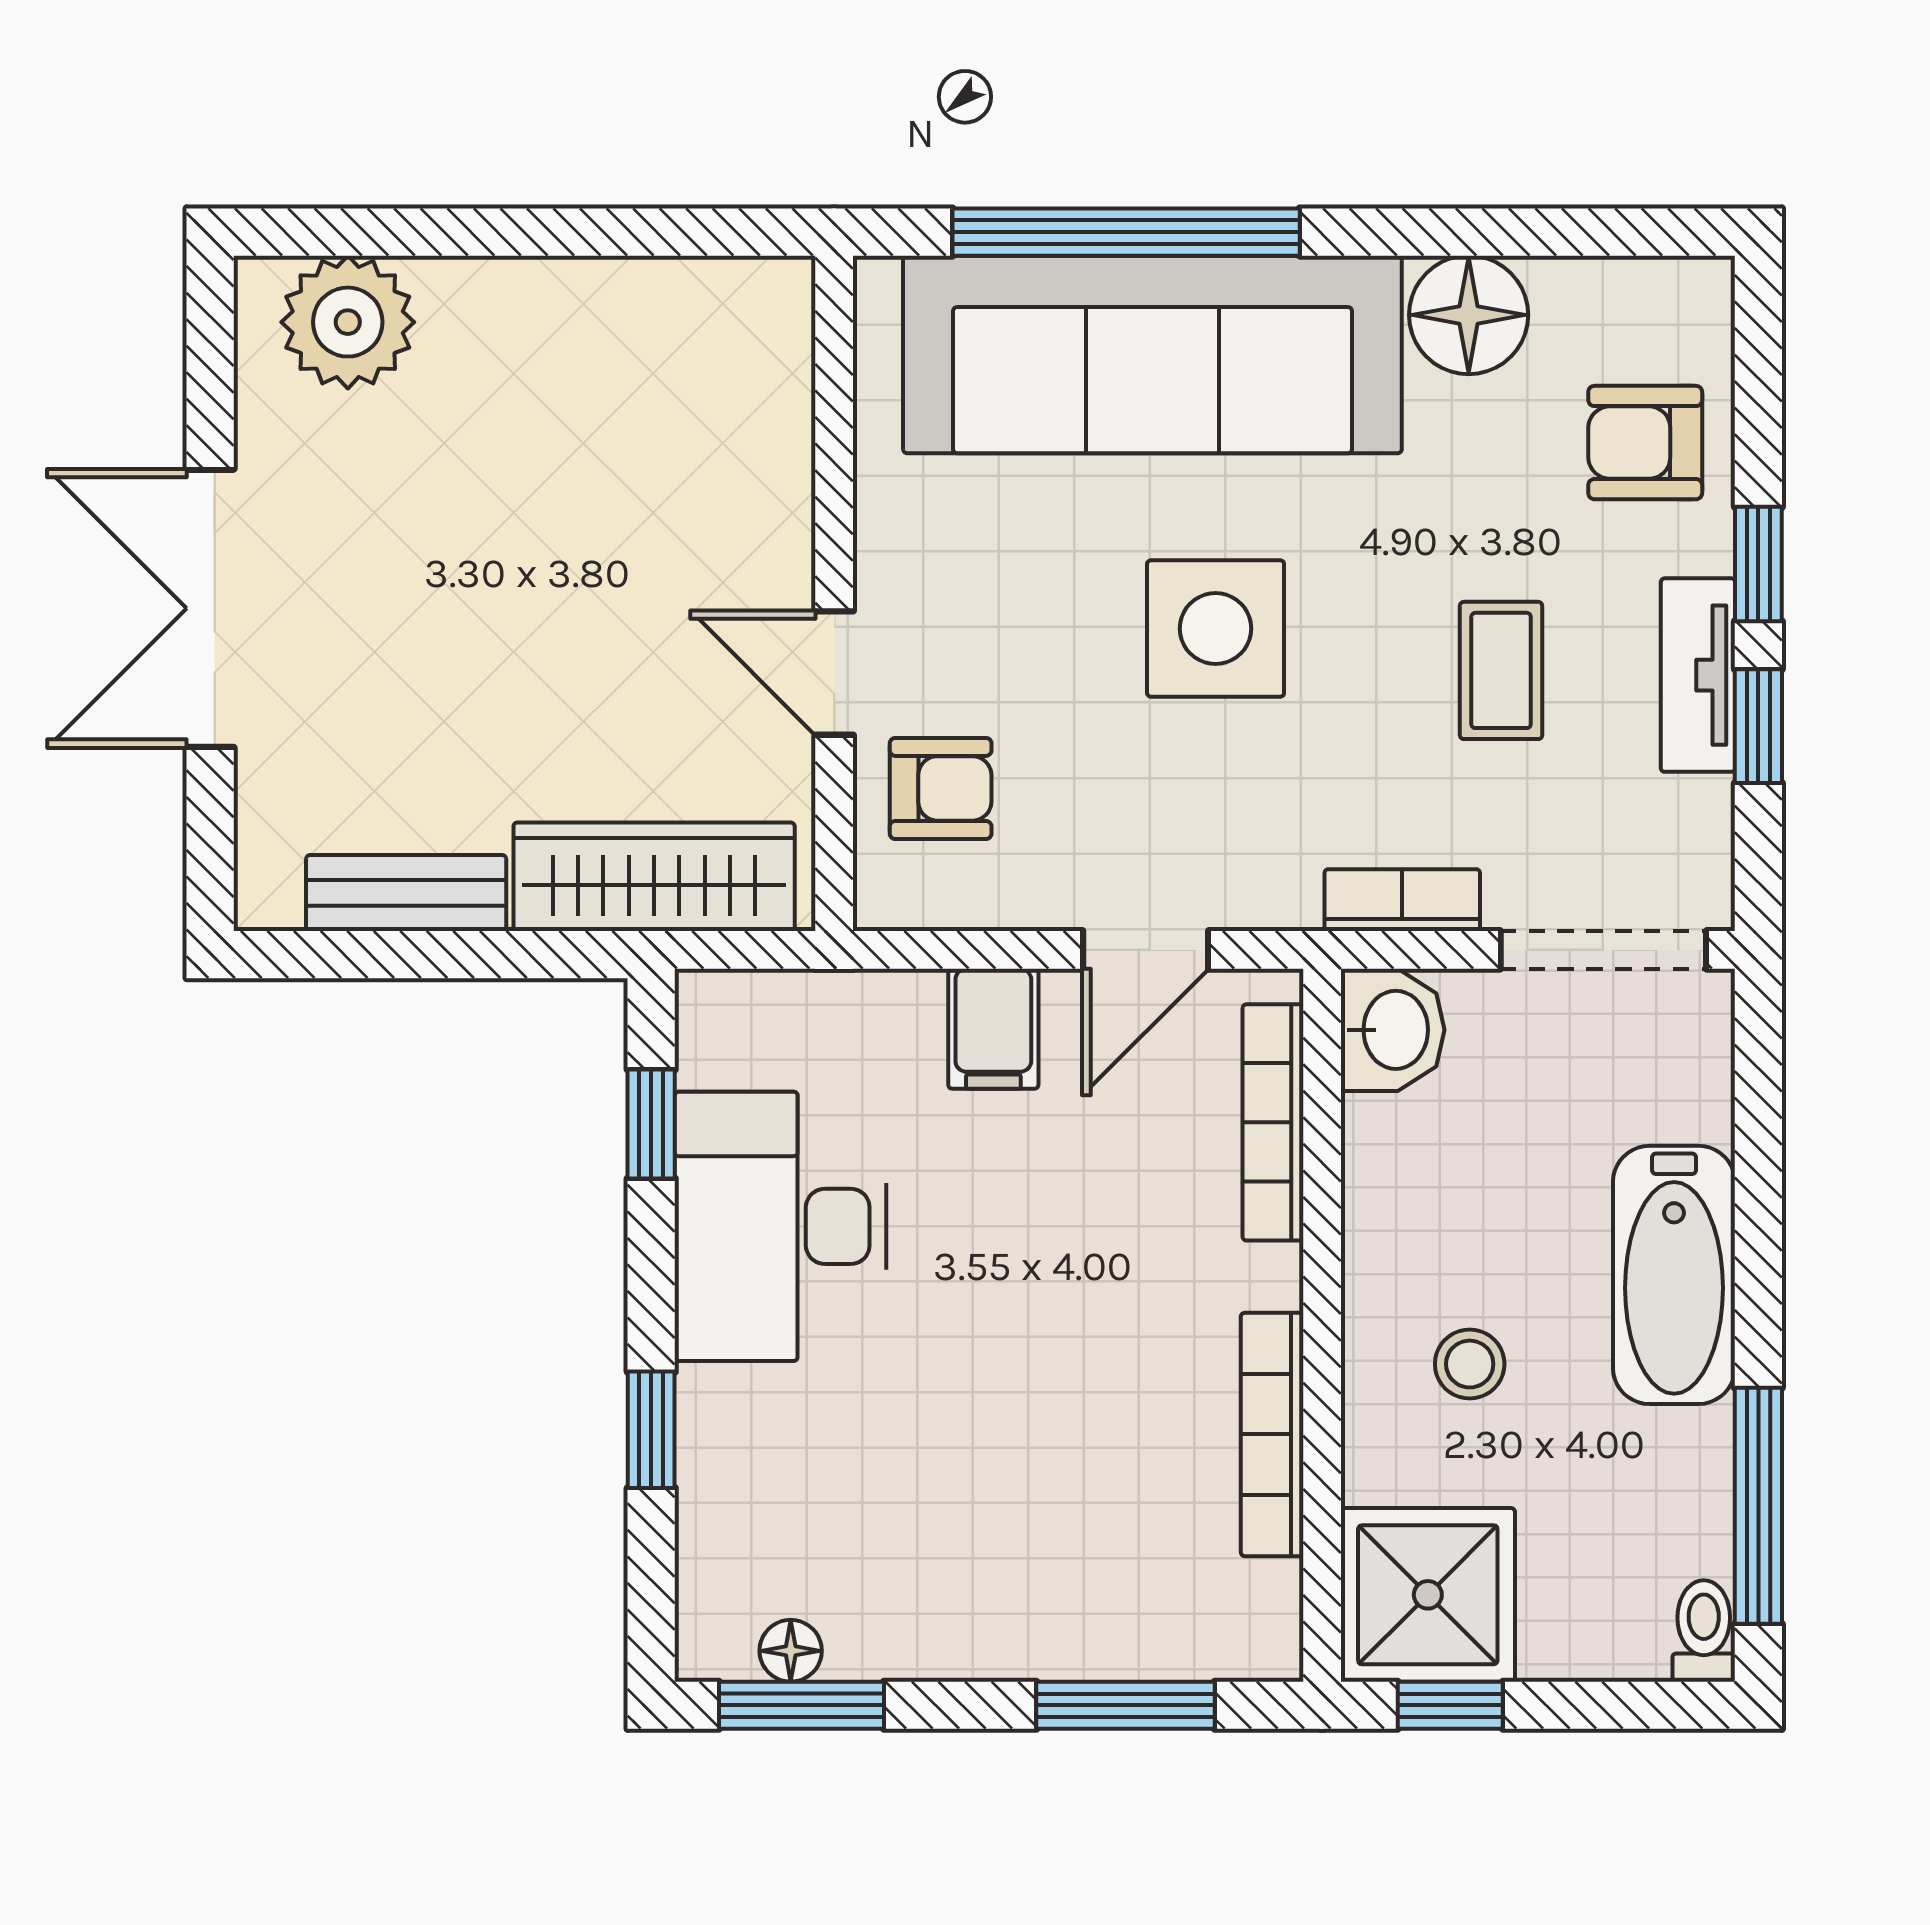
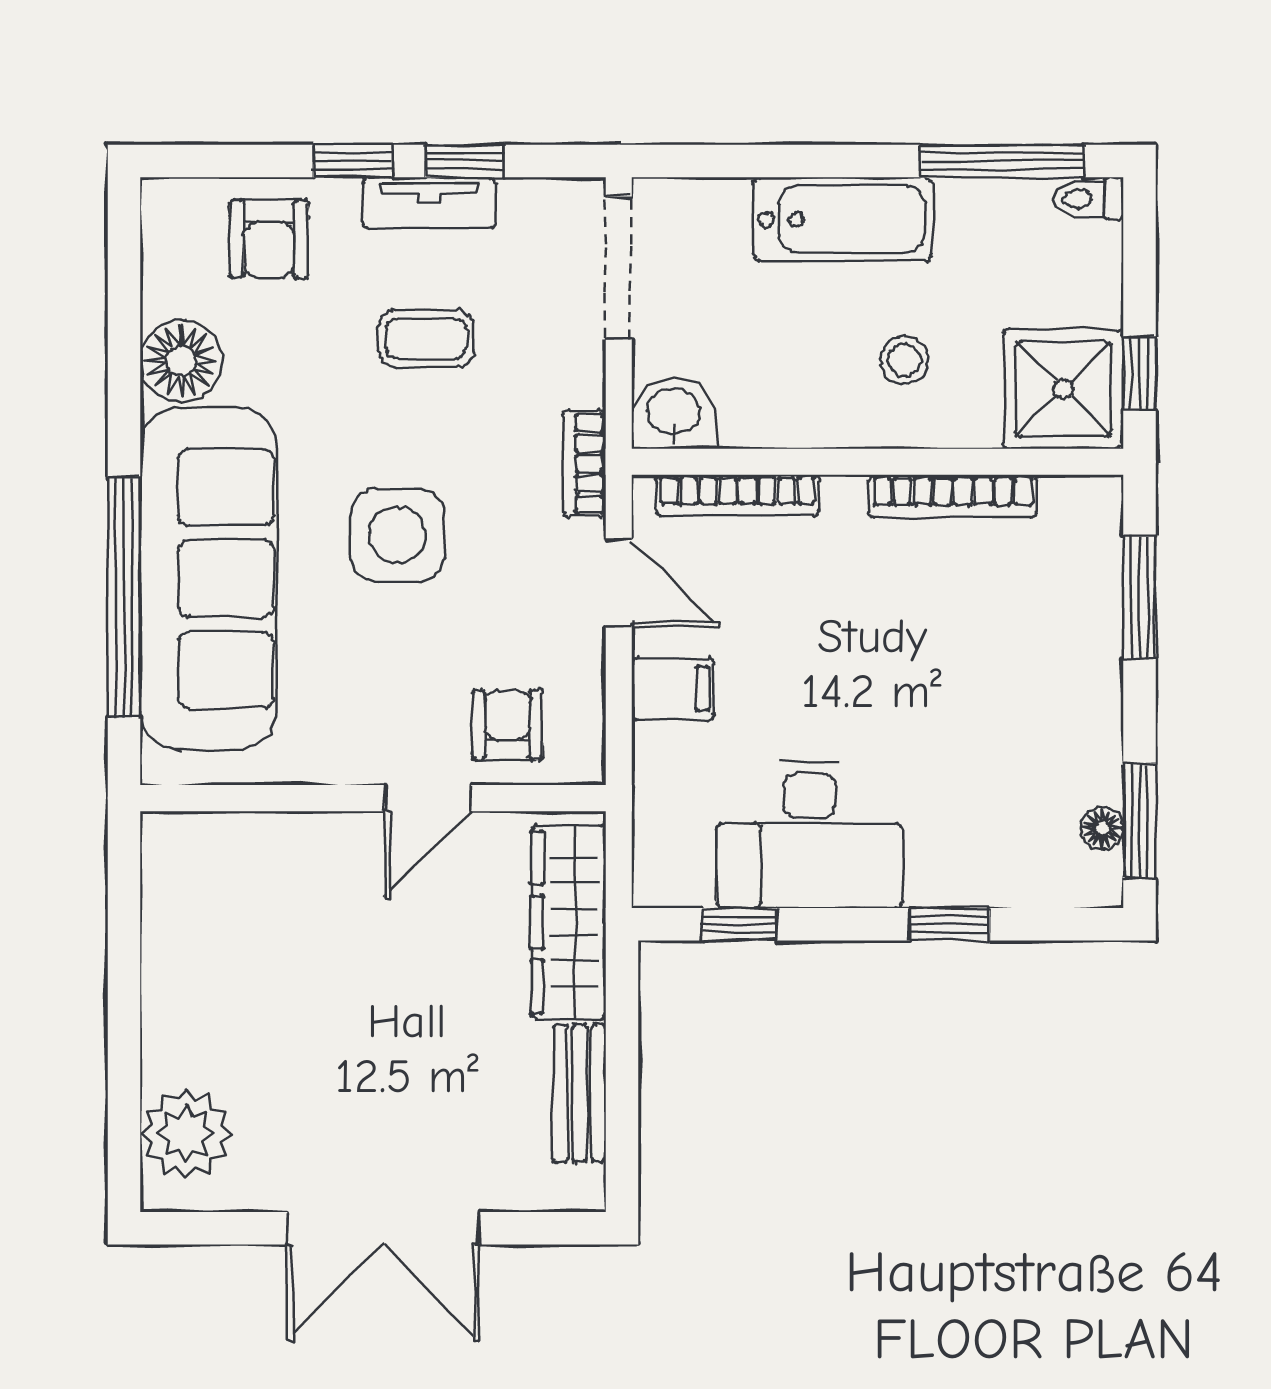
bookcase: (1402, 900) -> (584, 464), moved

